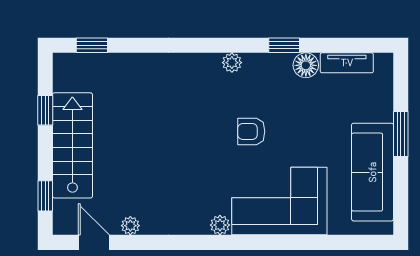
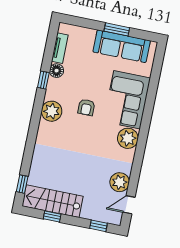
plant: (232, 63) -> (52, 111), width x1.88, depth x1.88
window: (401, 134) -> (117, 29), moved
stairs: (72, 145) -> (53, 201), moved
plant: (220, 225) -> (128, 138), width x1.88, depth x1.88
plant: (130, 226) -> (120, 182), width x1.88, depth x1.88

